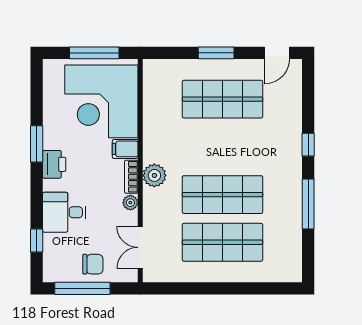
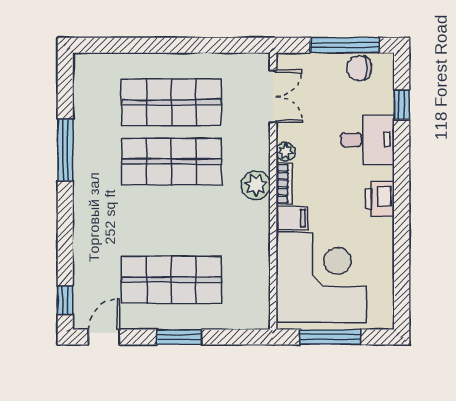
window: (37, 144) -> (402, 224), removed
window: (308, 145) -> (65, 300), moved
chair: (93, 264) -> (359, 68), moved

